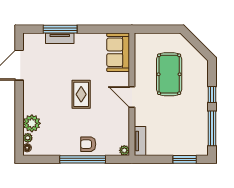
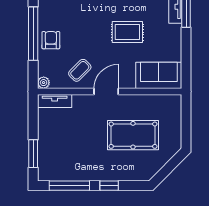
rug: (81, 94) -> (127, 32), moved
coffee table: (114, 120) -> (80, 70), added

